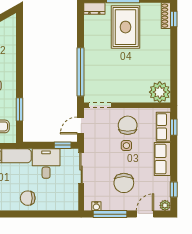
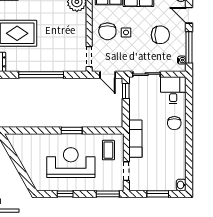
window: (80, 72) -> (41, 75), moved
window: (20, 109) -> (72, 131), moved
chair: (128, 125) -> (107, 31), turned -90
desk: (46, 163) -> (173, 90), moved, turned 90

